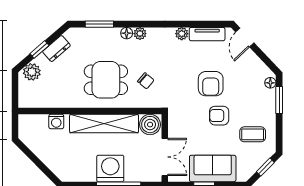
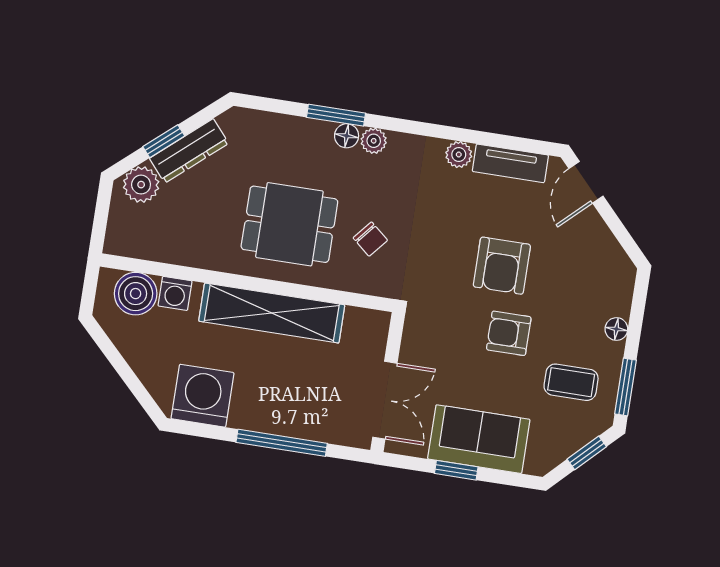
window: (99, 24) -> (336, 115), moved
dresser: (56, 49) -> (189, 151), width x1.44
floor lamp: (270, 83) -> (616, 329), moved
window: (279, 100) -> (626, 387), moved
boiler: (150, 125) -> (136, 294), moved
washing machine: (110, 168) -> (203, 396), moved

